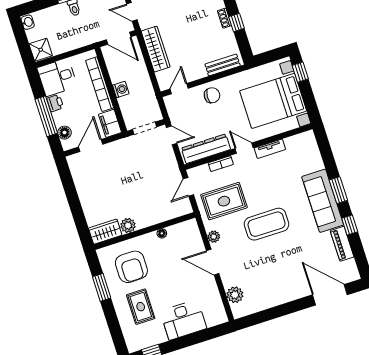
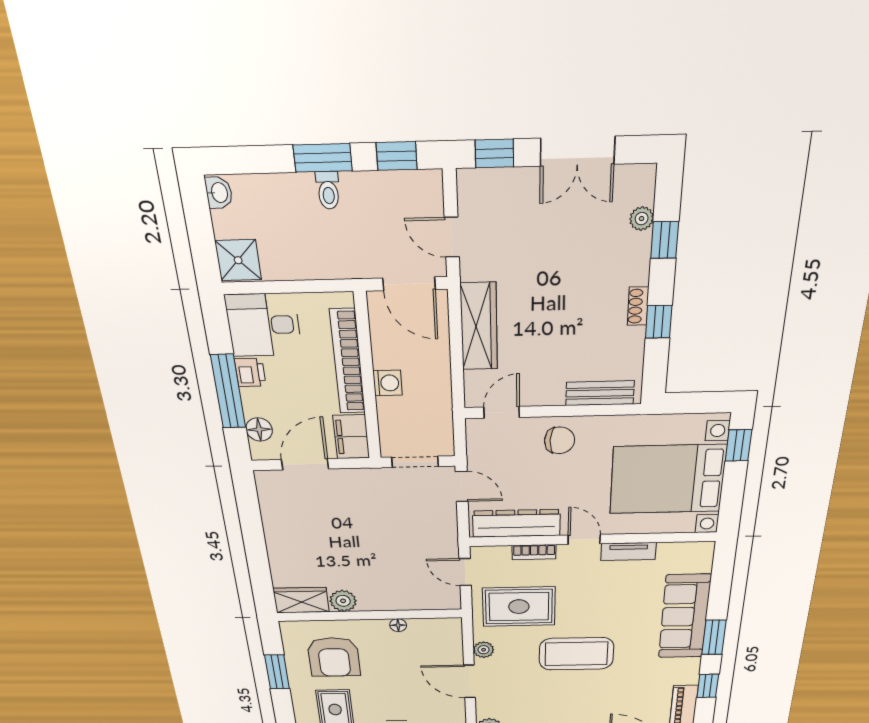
door: (188, 187) -> (465, 572), hinge flipped
sofa: (323, 201) -> (684, 617), moved

